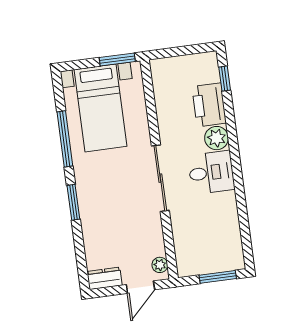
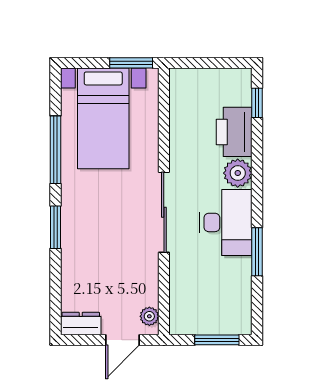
desk: (211, 172) -> (226, 222), width x1.37
window: (241, 200) -> (257, 252), added

